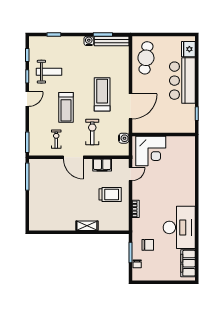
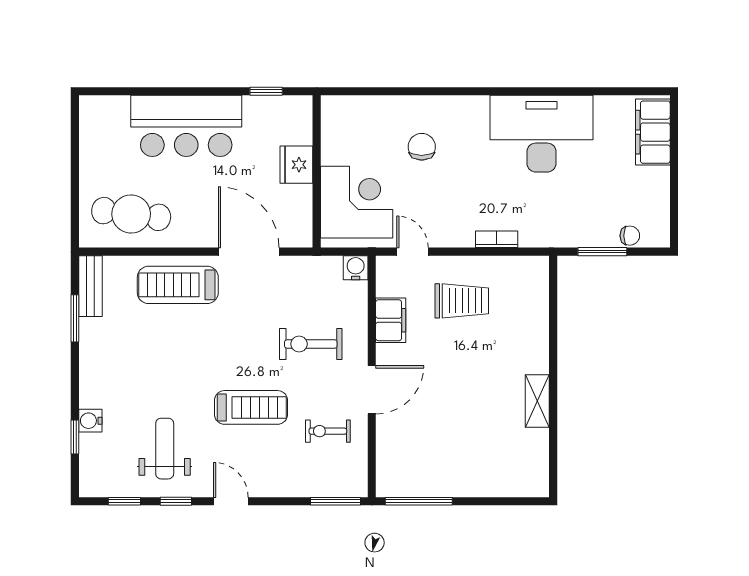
water cooler: (89, 41) -> (90, 421), moved
bench: (112, 41) -> (90, 286), width x0.73
fridge: (188, 49) -> (296, 165), moved, turned 90
treadmill: (102, 94) -> (178, 285), moved
water cooler: (124, 138) -> (356, 268), moved
trolley: (110, 194) -> (462, 301), turned 90
shelving: (87, 226) -> (537, 401), moved
chair: (148, 245) -> (422, 147), moved
filing cabinet: (188, 263) -> (653, 132), moved, turned 90

